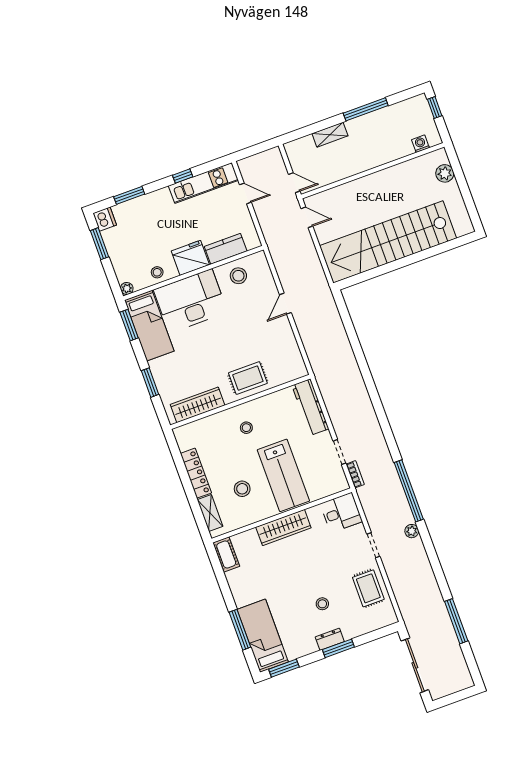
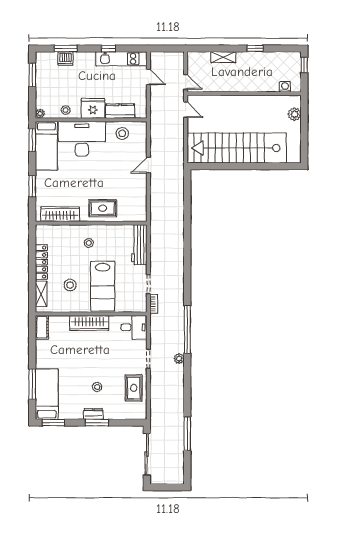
window: (366, 109) -> (255, 48), width x0.46
dishwasher: (105, 219) -> (65, 58), moved, turned 90

